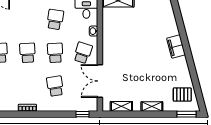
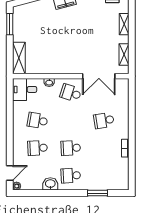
school desk: (55, 53) -> (38, 148), moved
window: (82, 114) -> (132, 93), removed

